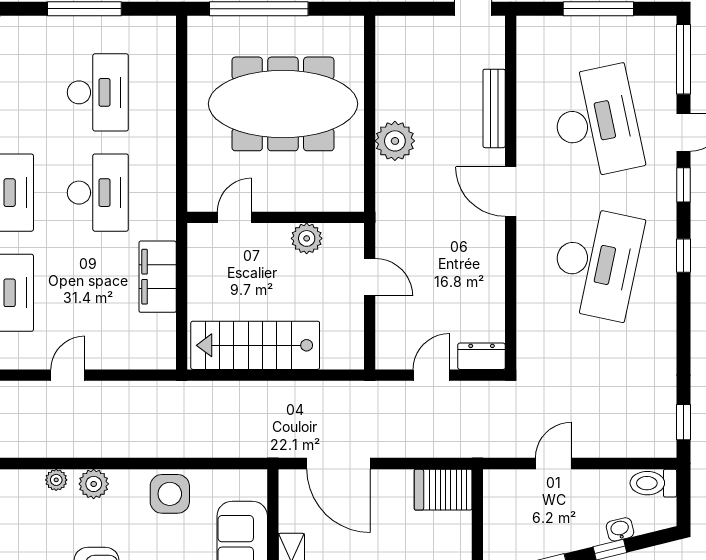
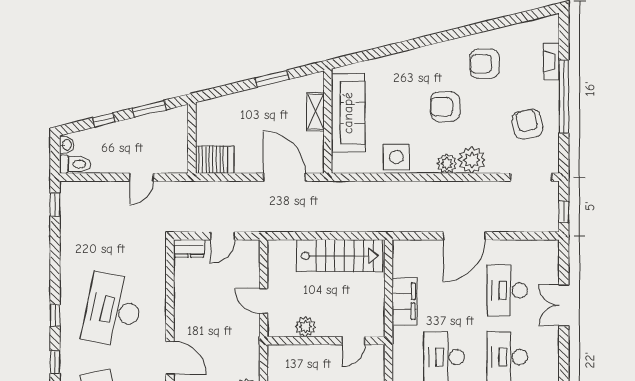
door: (68, 375) -> (464, 236), width x1.87
plant: (56, 480) -> (472, 160), width x1.87, depth x1.87
washbasin: (620, 529) -> (67, 145), moved, turned -76

